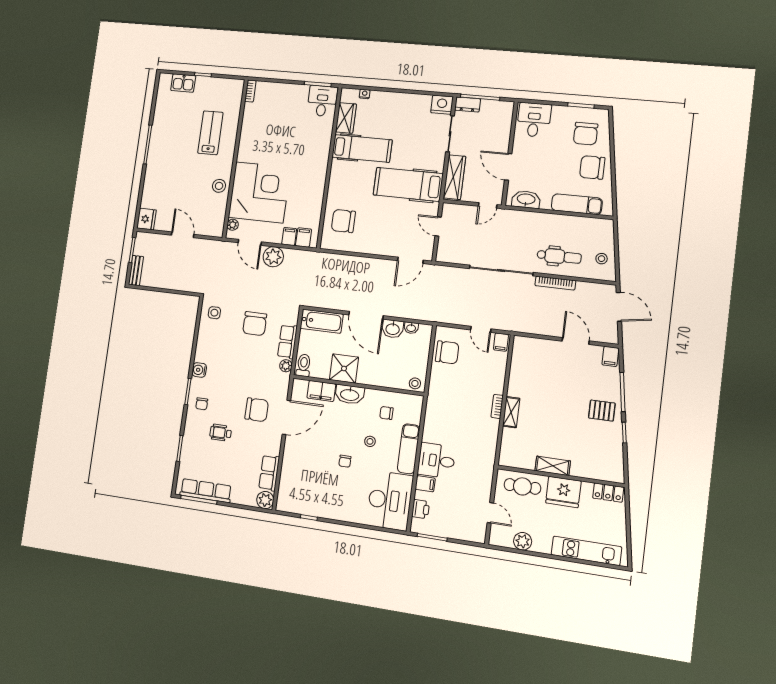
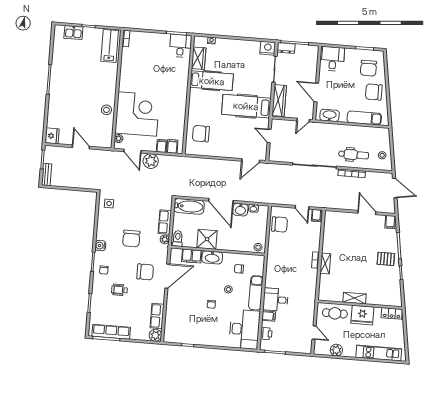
lab bench: (210, 133) -> (110, 46), moved
chair: (255, 324) -> (131, 239), moved

